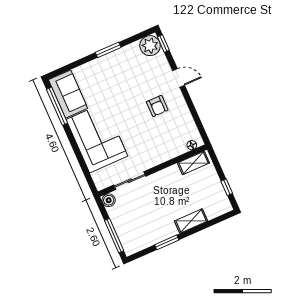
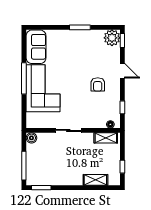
window: (57, 106) -> (24, 78), moved
window: (197, 120) -> (122, 107), added
sliding door: (130, 181) -> (68, 130), moved
shelving: (191, 221) -> (95, 180), moved
window: (167, 242) -> (41, 188), moved

